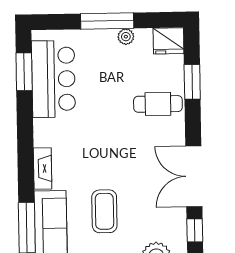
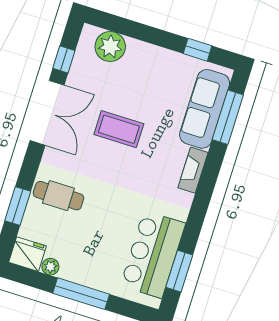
plant: (126, 37) -> (50, 267), moved
coffee table: (104, 211) -> (119, 129), moved, turned 90

